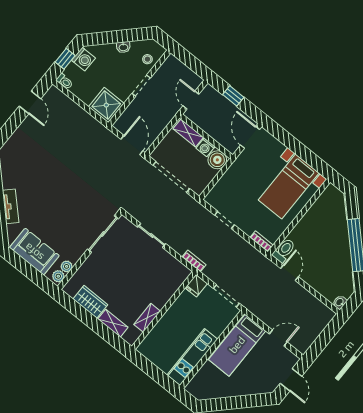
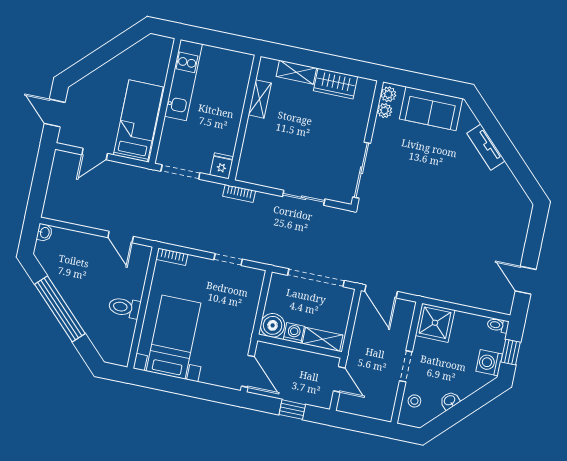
toilet: (284, 250) -> (124, 307), moved, turned 90

